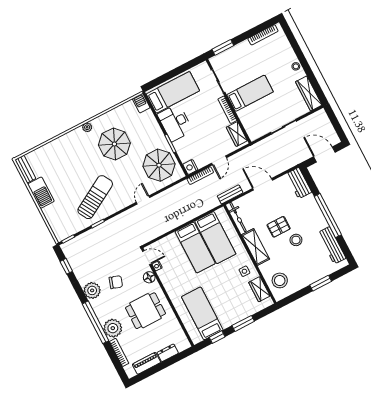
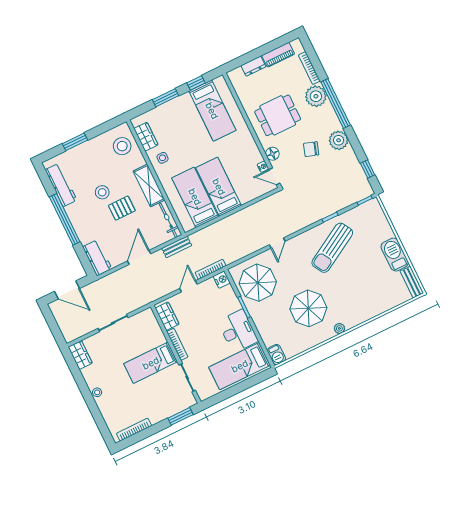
wardrobe: (309, 93) -> (80, 355), width x0.67
door: (262, 184) -> (139, 257), swing flipped

